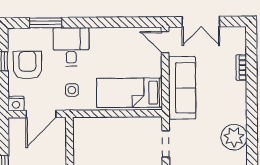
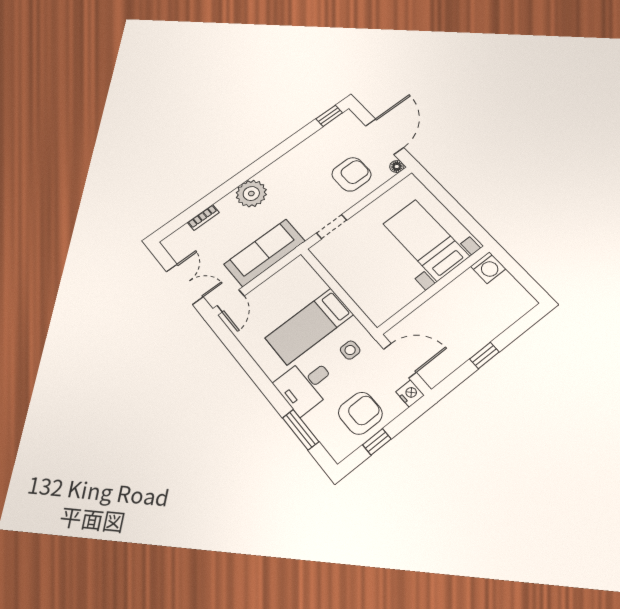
armchair: (27, 65) -> (360, 413), turned 180
bed: (129, 93) -> (309, 326), moved, turned 90
plant: (234, 137) -> (251, 194), moved

